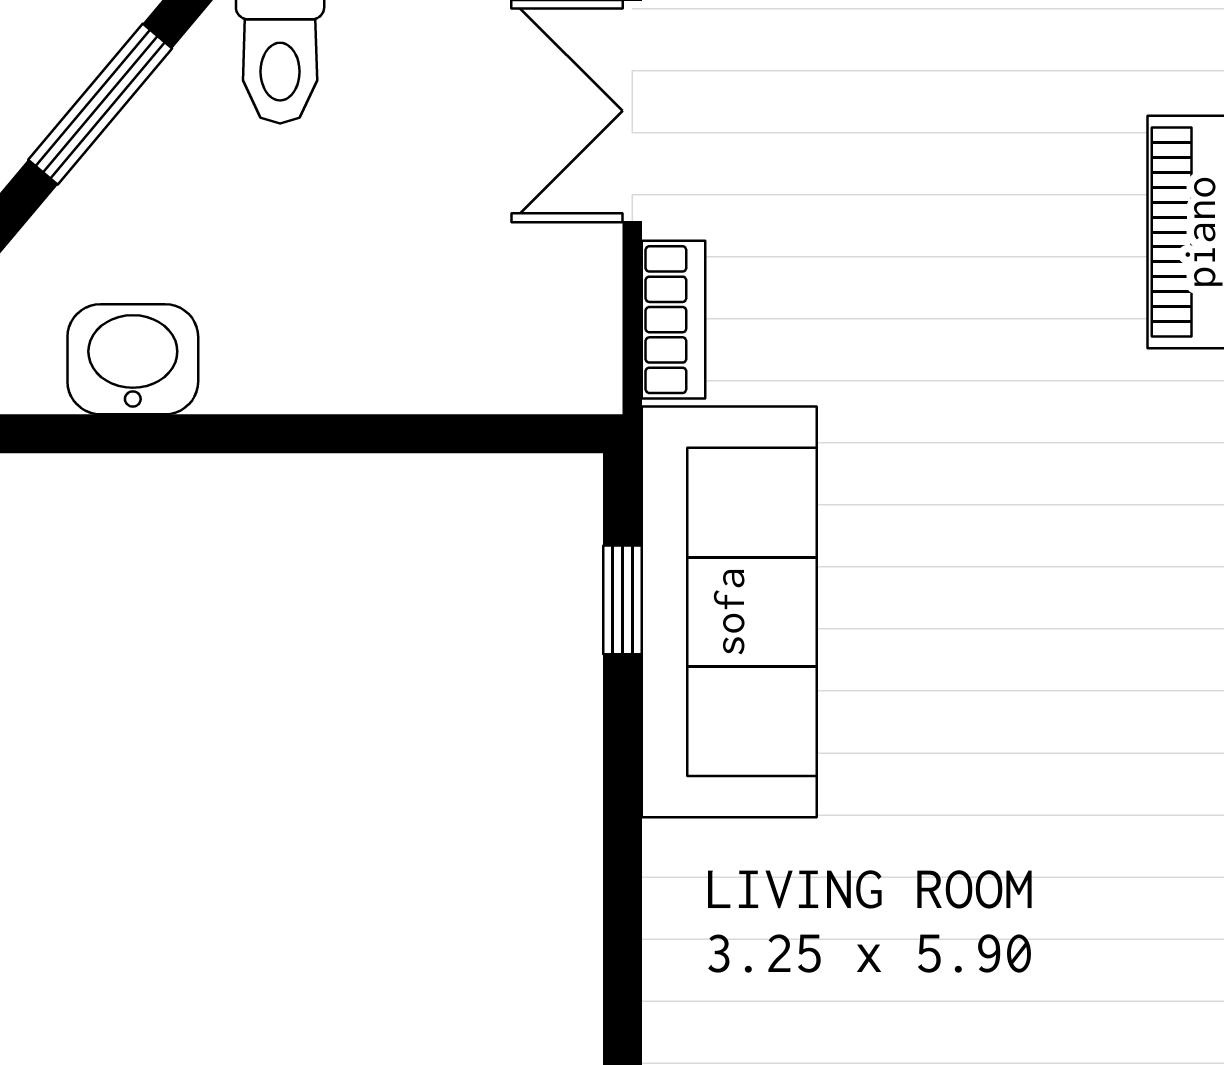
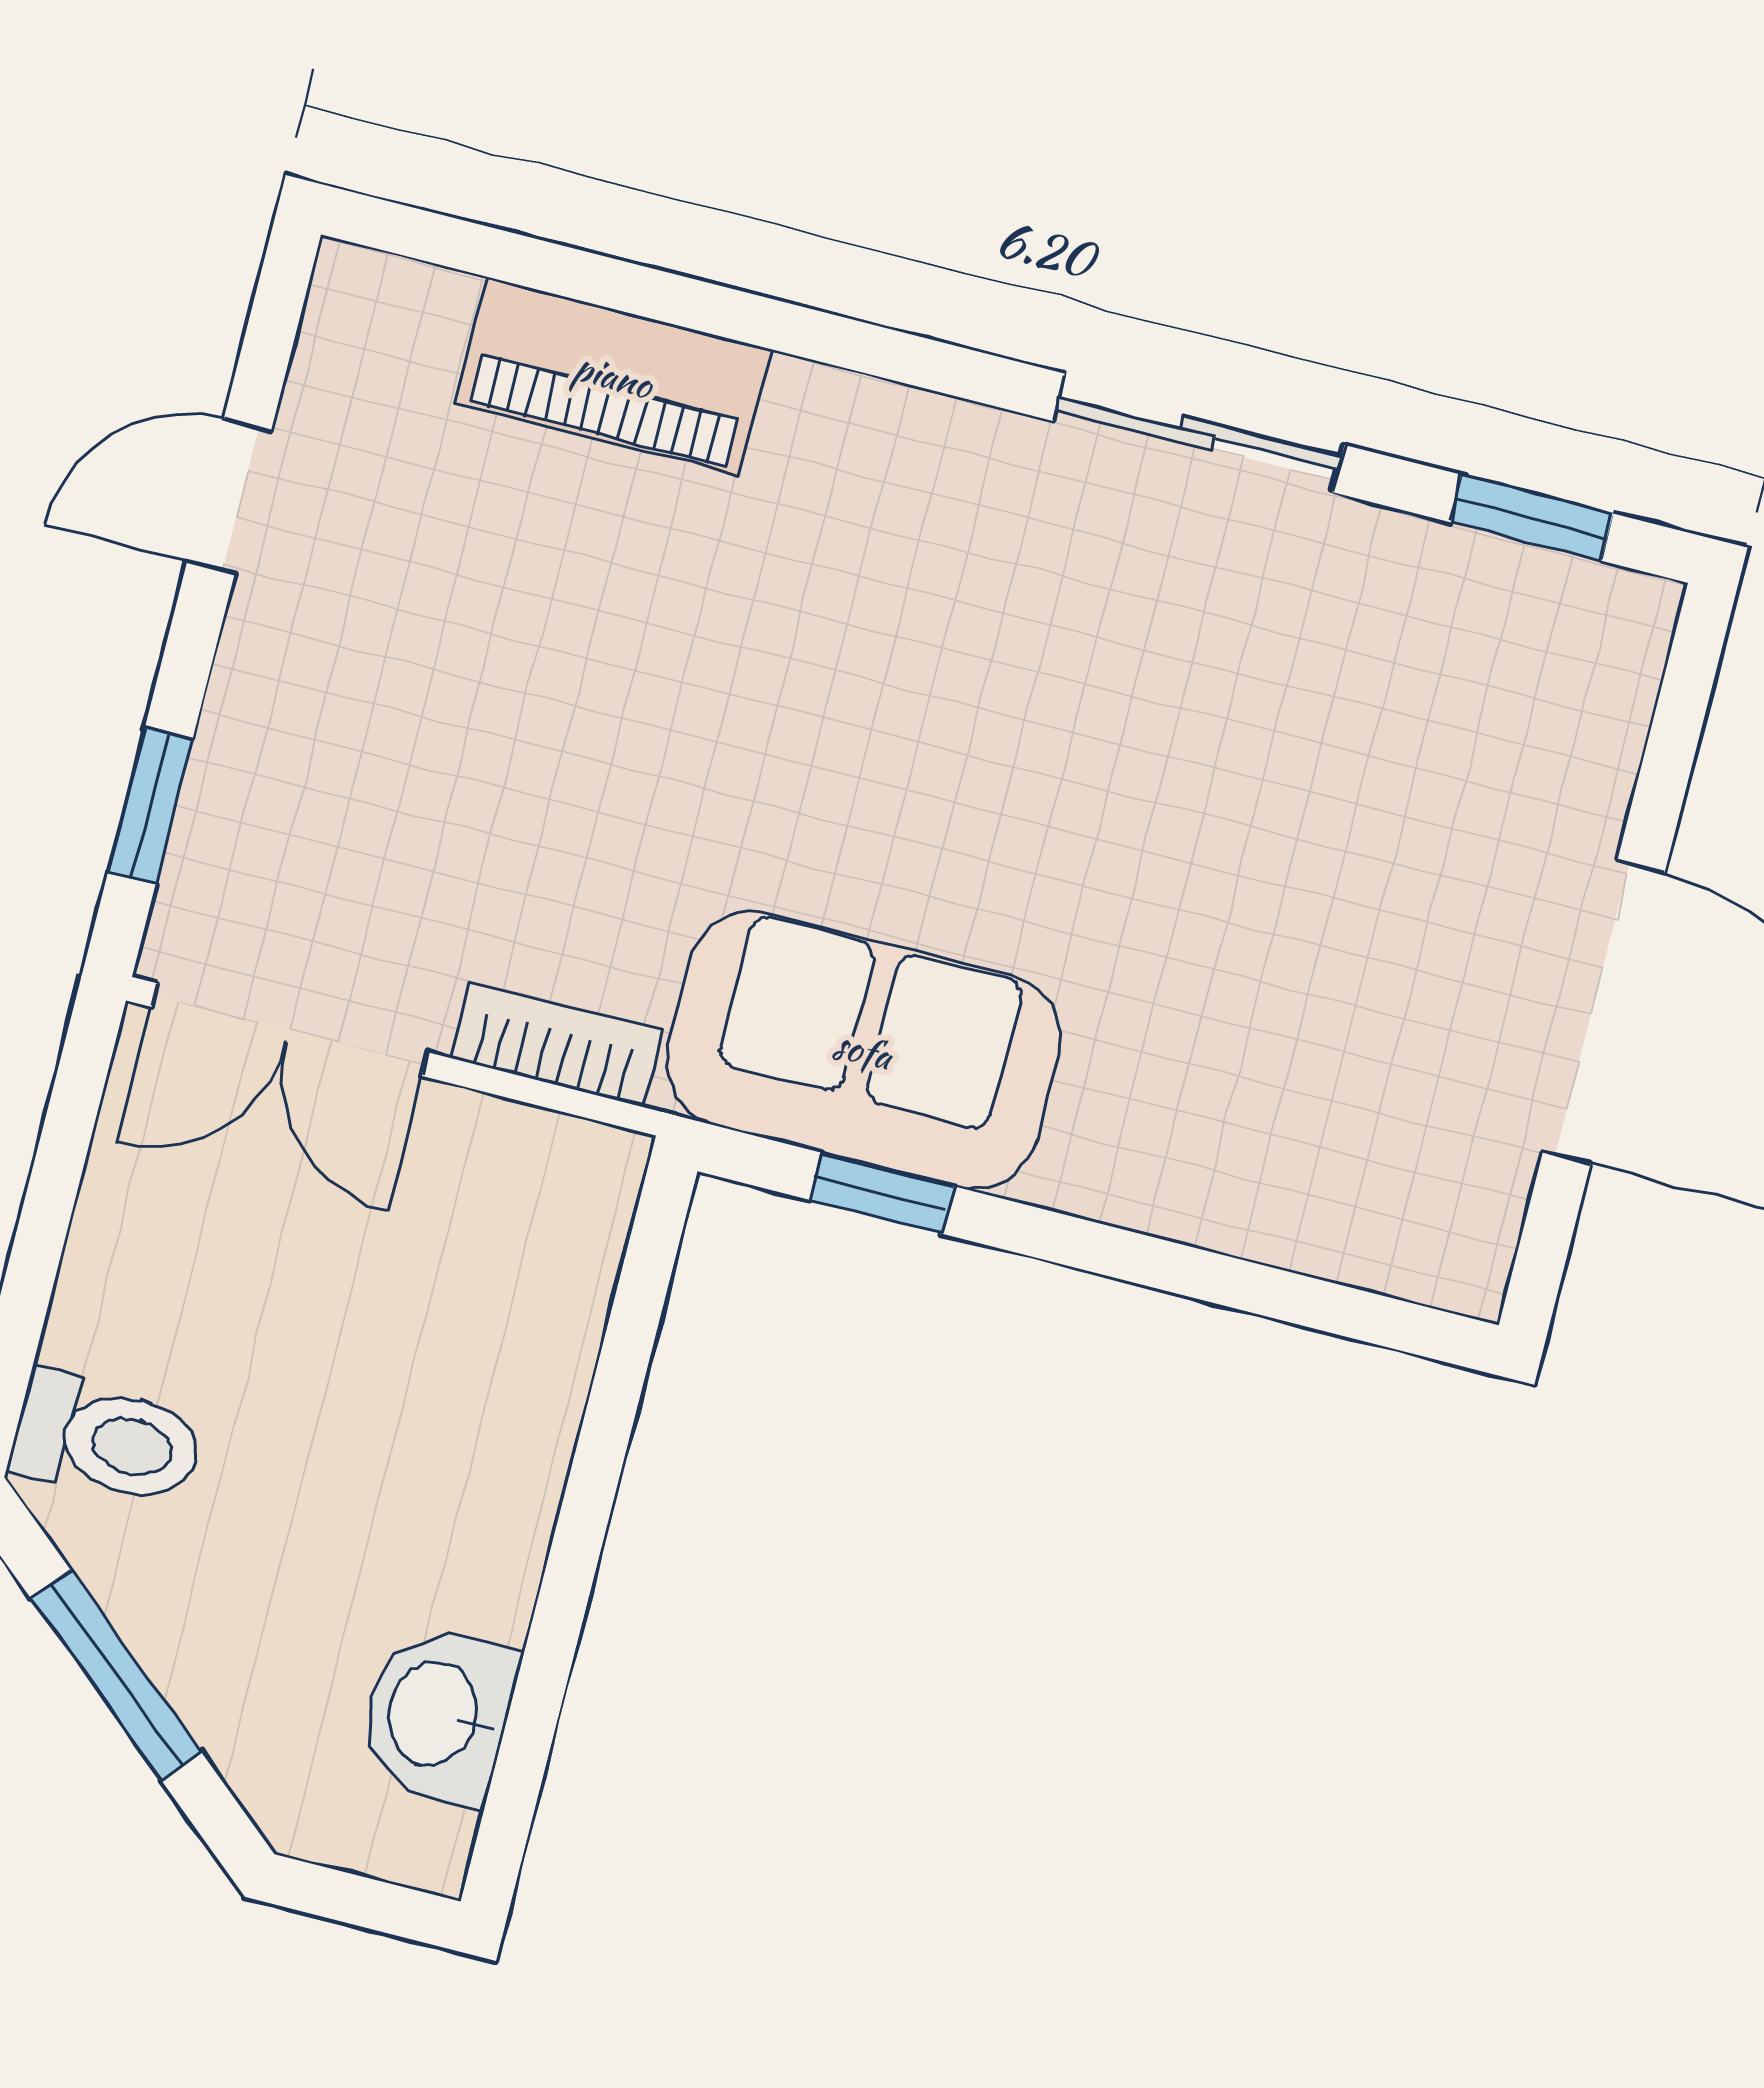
sofa: (729, 612) -> (863, 1050), width x0.73

